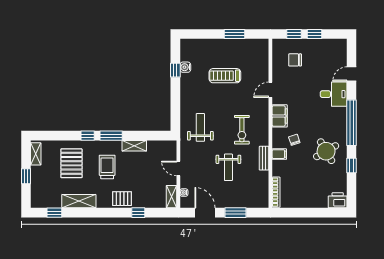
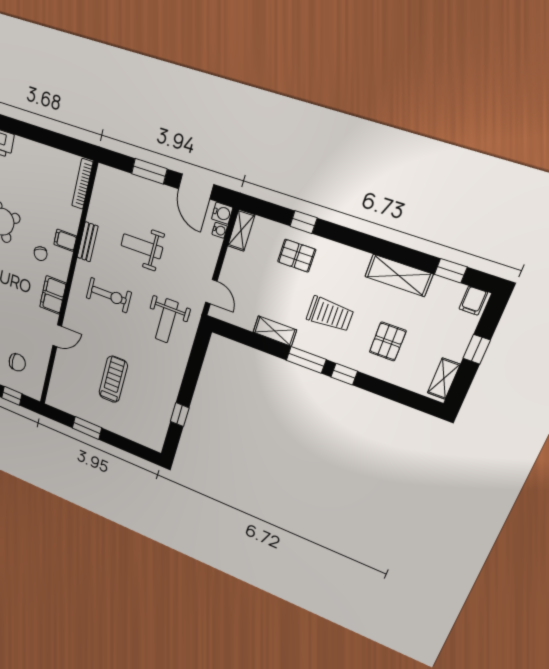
water cooler: (185, 67) -> (222, 213), moved
treadmill: (225, 76) -> (113, 379), turned -90
exercise bike: (242, 130) -> (109, 295), turned 90
pallet: (71, 163) -> (388, 341), width x0.67, depth x0.71
trolley: (107, 167) -> (330, 314), turned -90
weight bench: (228, 167) -> (142, 246), turned -90
door: (178, 168) -> (211, 292), moved
pallet: (122, 199) -> (297, 256), moved
filing cabinet: (38, 201) -> (473, 301), added

